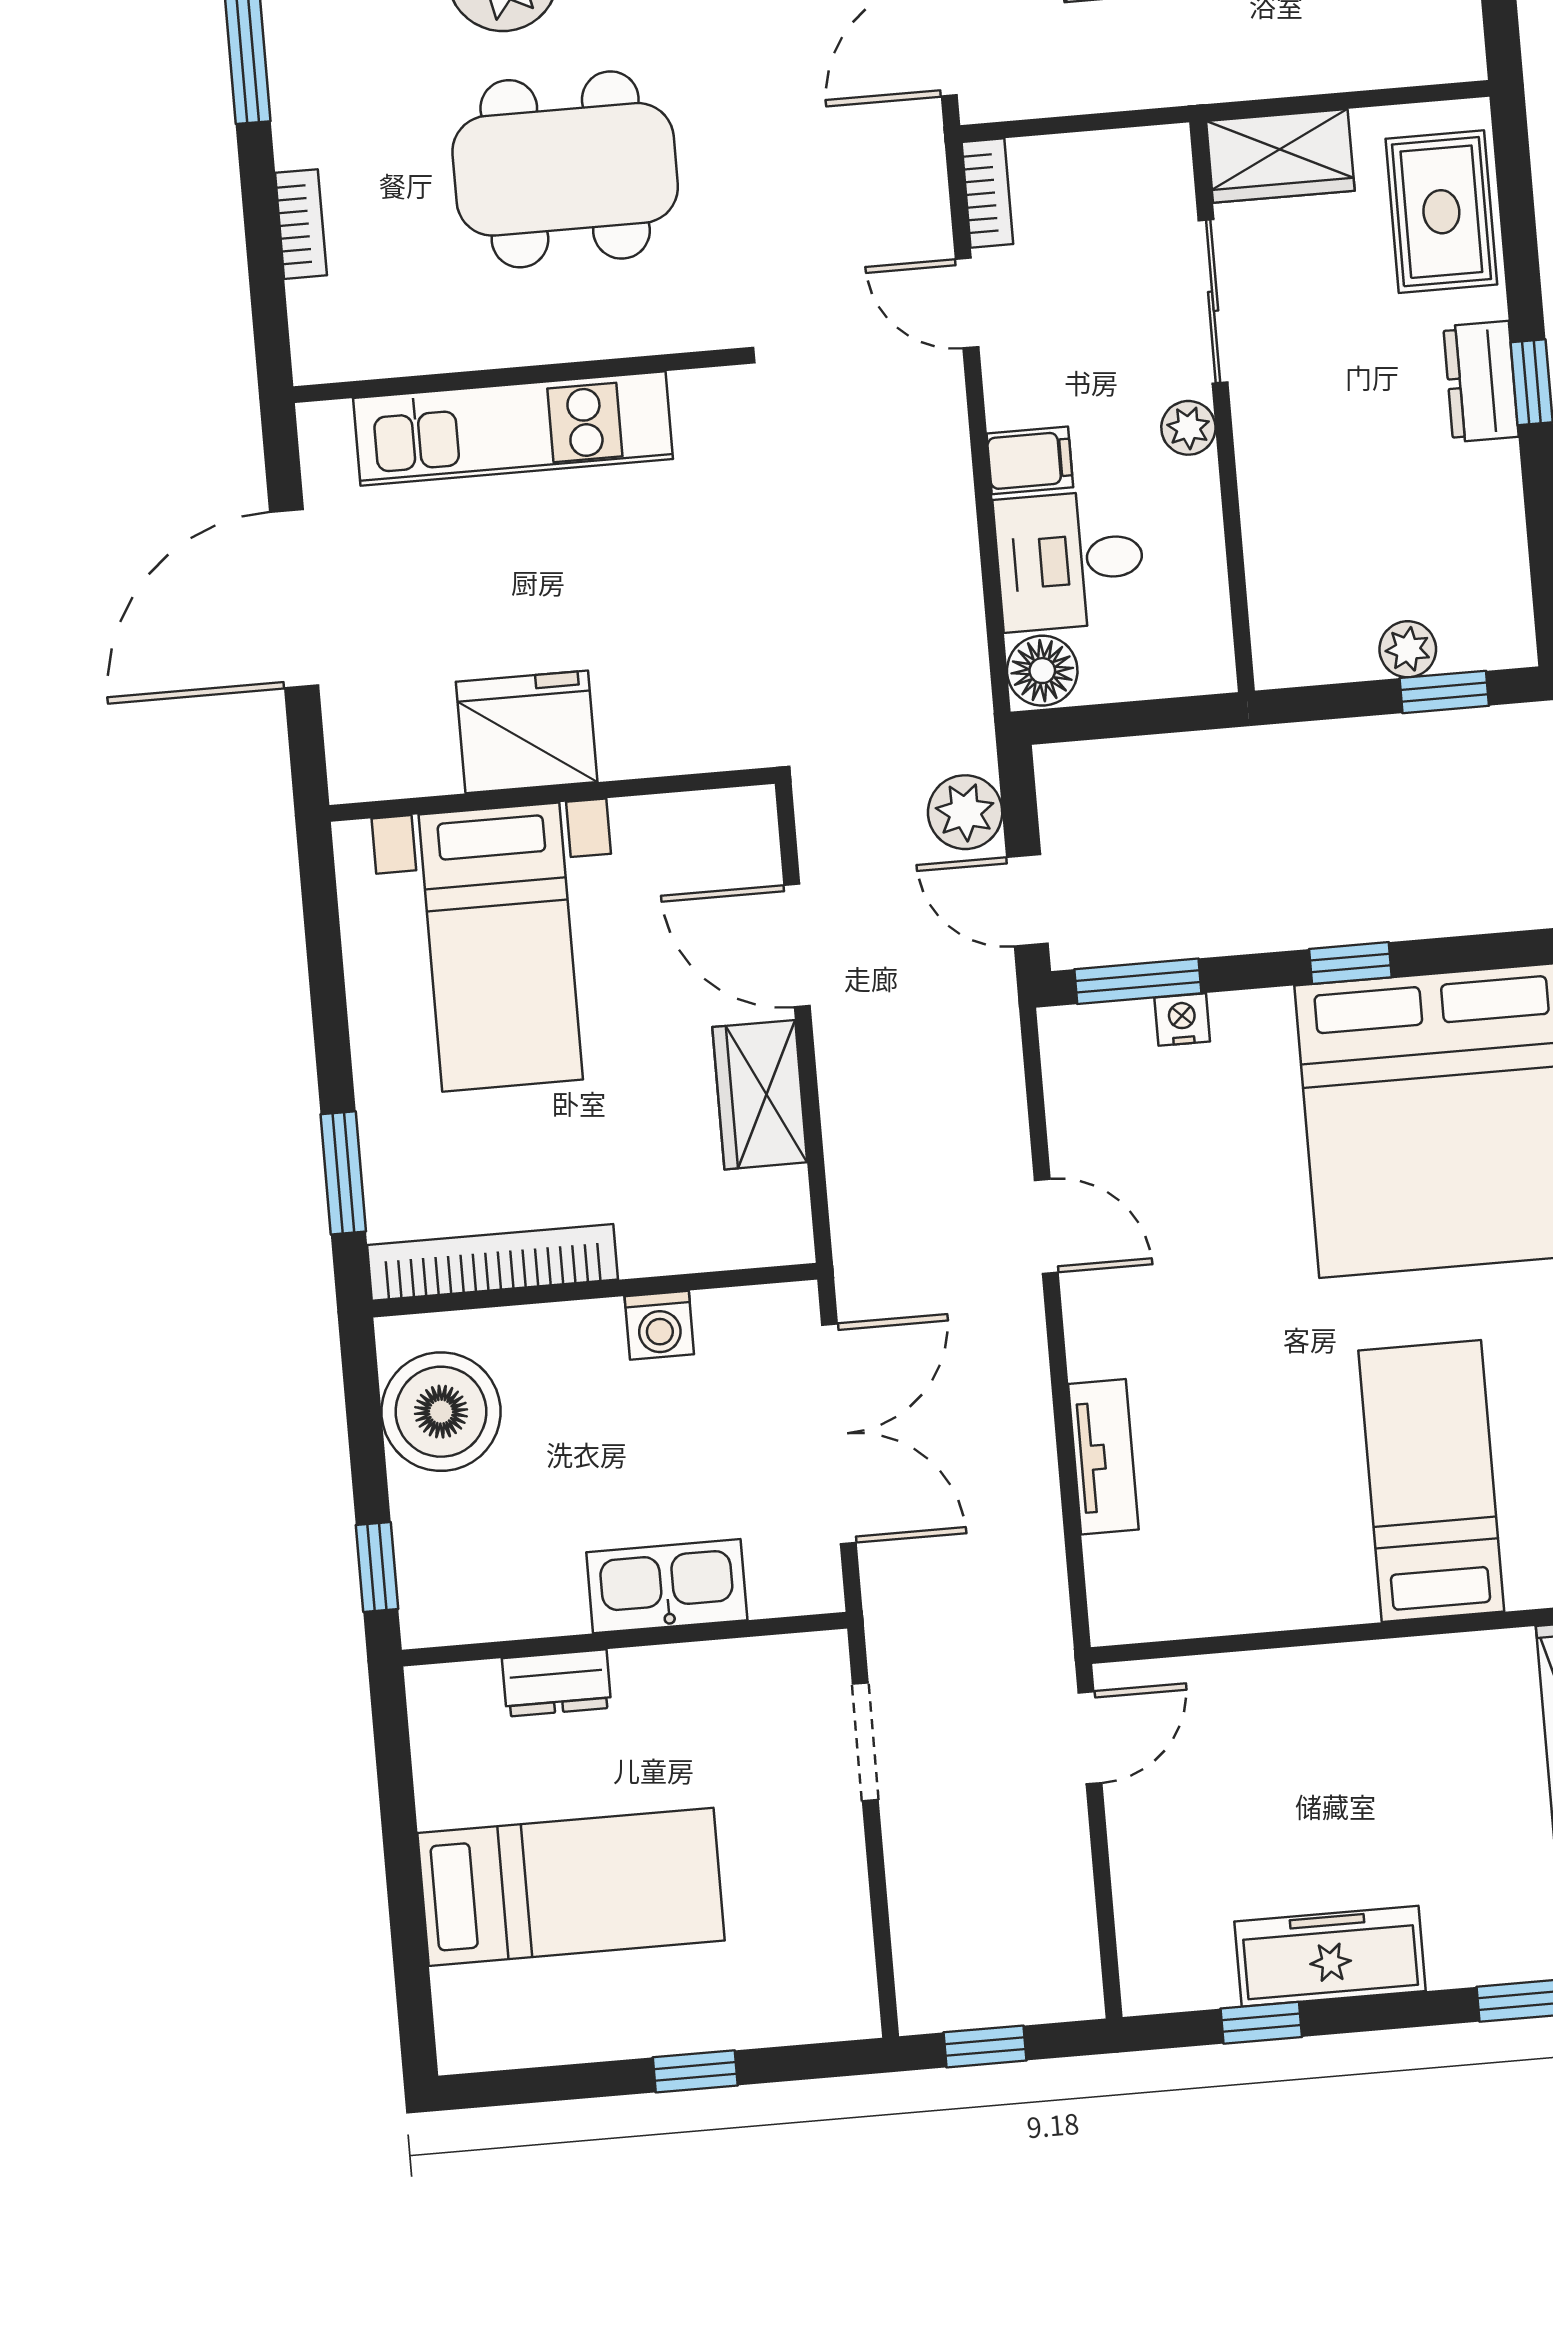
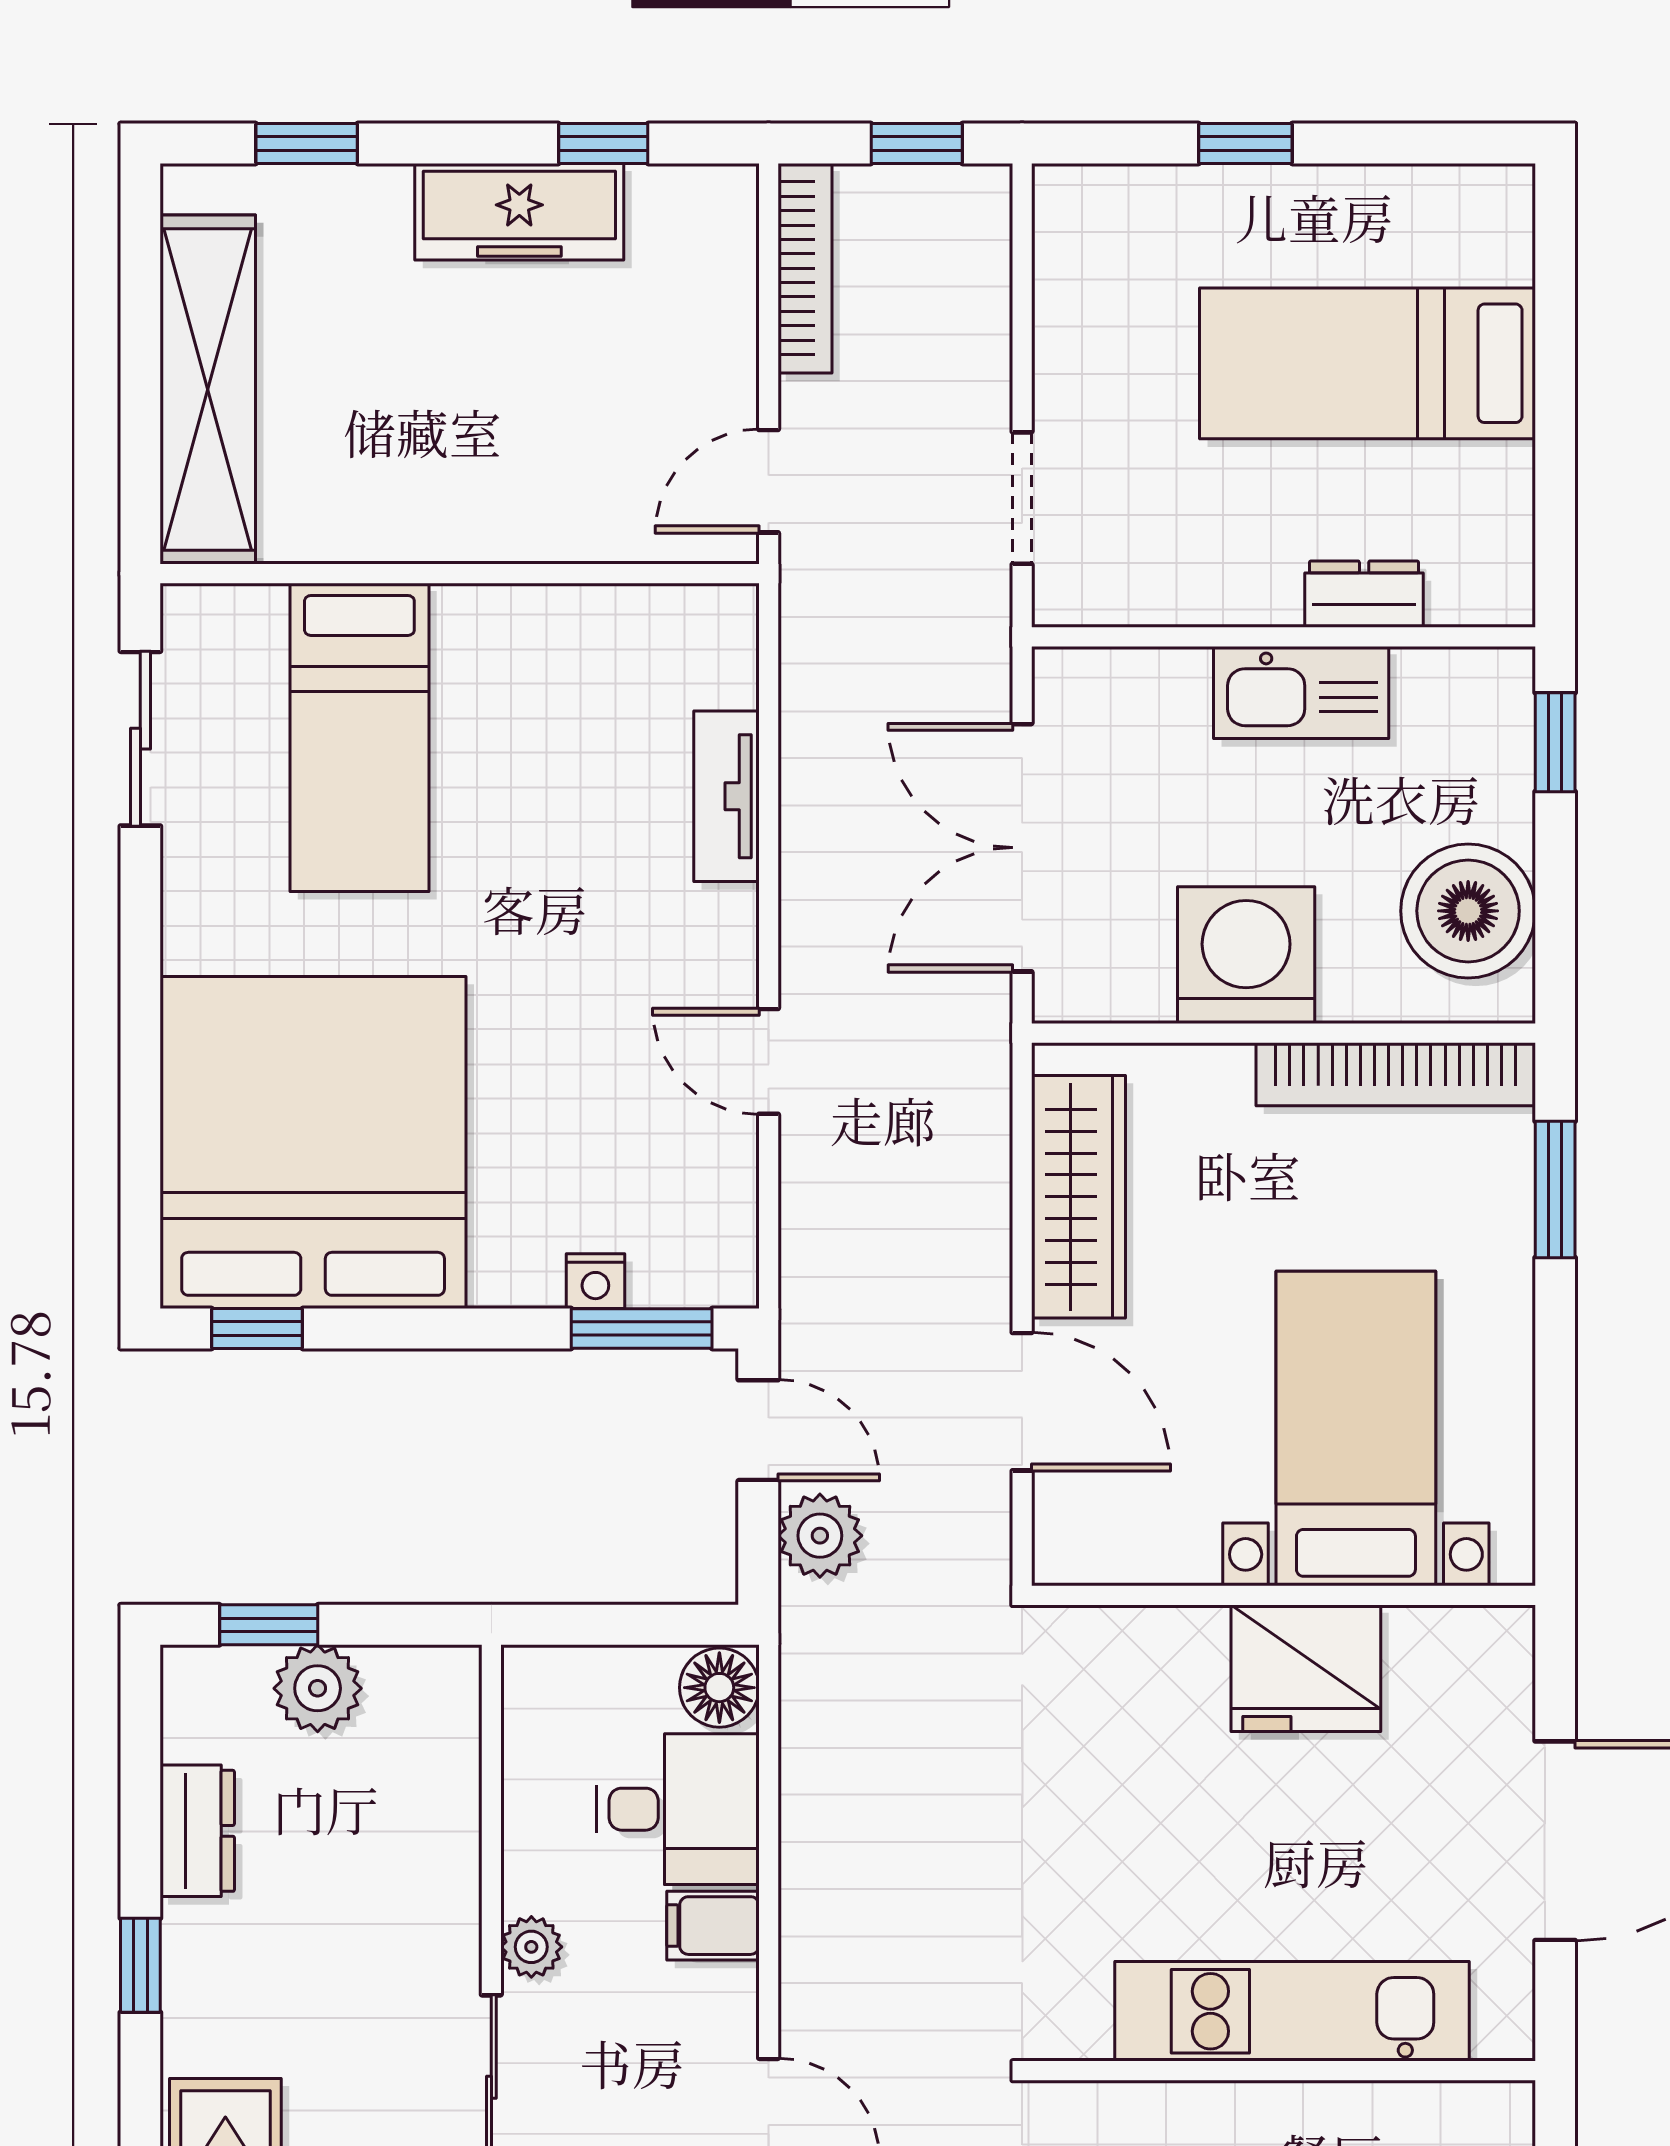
dresser: (1481, 382) -> (197, 1831), moved
plant: (1408, 649) -> (318, 1688), width x1.38, depth x1.38
window: (1350, 963) -> (257, 1328), moved
wardrobe: (760, 1095) -> (1078, 1197), width x1.50
washing machine: (659, 1325) -> (1246, 955), width x1.89, depth x1.89
kitchen sink: (667, 1586) -> (1301, 693), moved
bookcase: (1074, 1928) -> (805, 268), added

